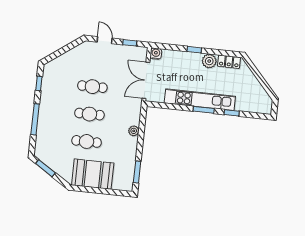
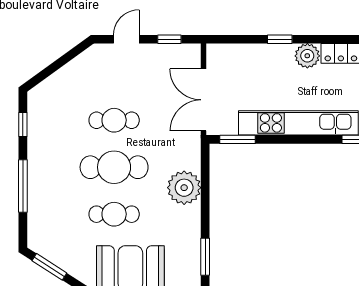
door: (105, 40) -> (126, 39), hinge flipped
water cooler: (156, 54) -> (215, 53), removed
window: (204, 110) -> (237, 139), moved
cafe table: (89, 114) -> (114, 167), width x1.37, depth x1.35
plant: (134, 131) -> (184, 188), width x1.87, depth x1.87

